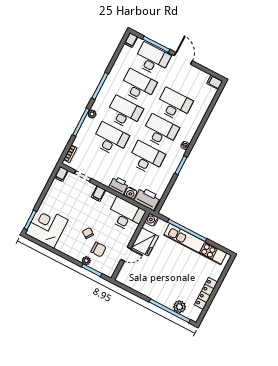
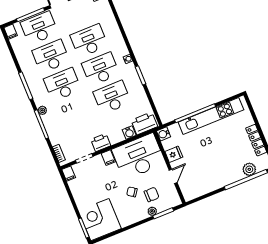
desk: (110, 139) -> (74, 113), removed
printer: (119, 185) -> (101, 143), moved
desk: (126, 215) -> (139, 156), width x1.36, depth x1.30
fridge: (145, 242) -> (174, 154), width x0.53, depth x0.75

